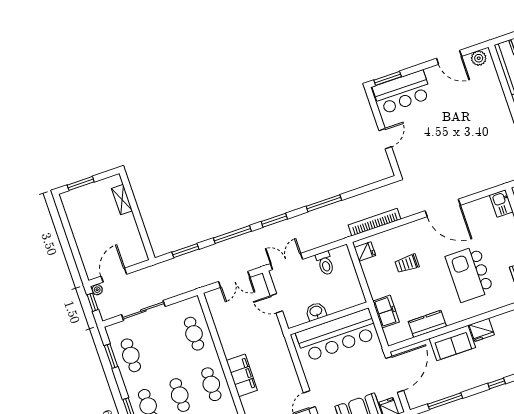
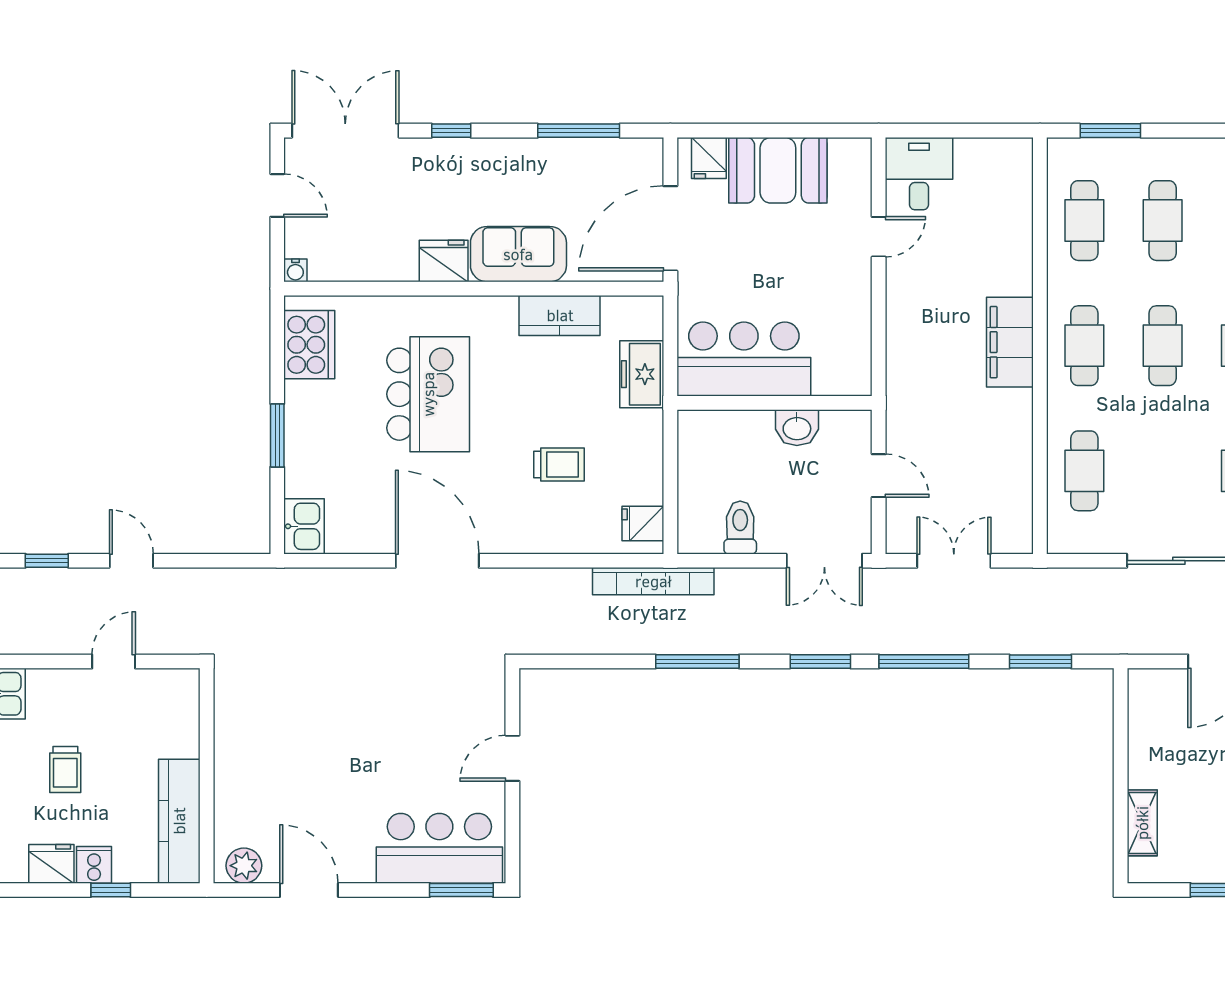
bookcase: (375, 222) -> (653, 581), moved
bar counter: (337, 335) -> (744, 359), width x0.73

